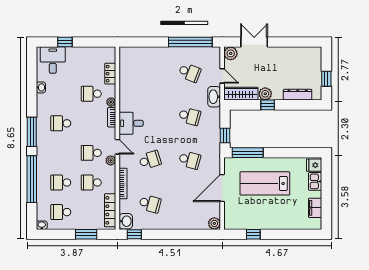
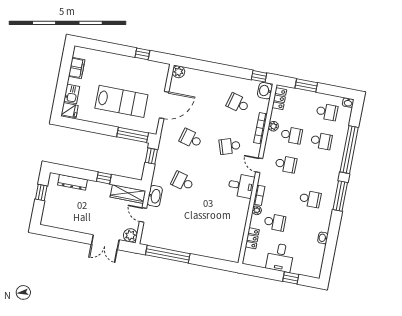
desk: (53, 60) -> (280, 258), moved
school desk: (190, 73) -> (174, 224), removed
plant: (265, 94) -> (104, 189), removed
plant: (111, 160) -> (273, 126), moved
locker: (110, 210) -> (279, 99), width x0.66

